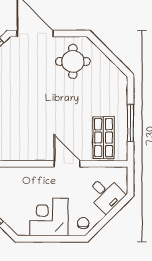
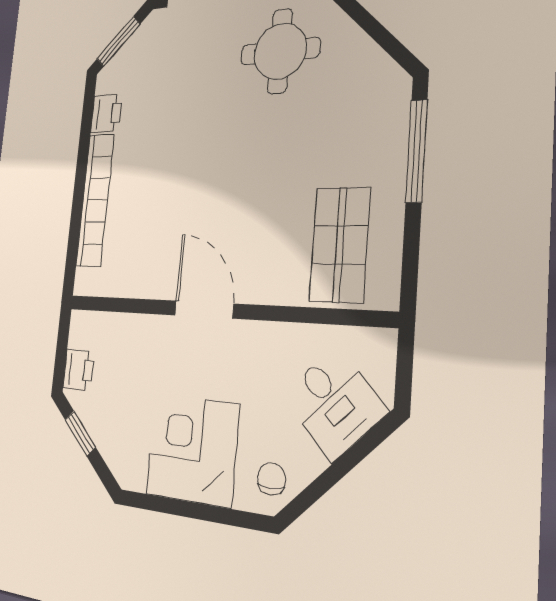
window: (130, 123) -> (417, 151), moved
door: (67, 164) -> (204, 310), moved

